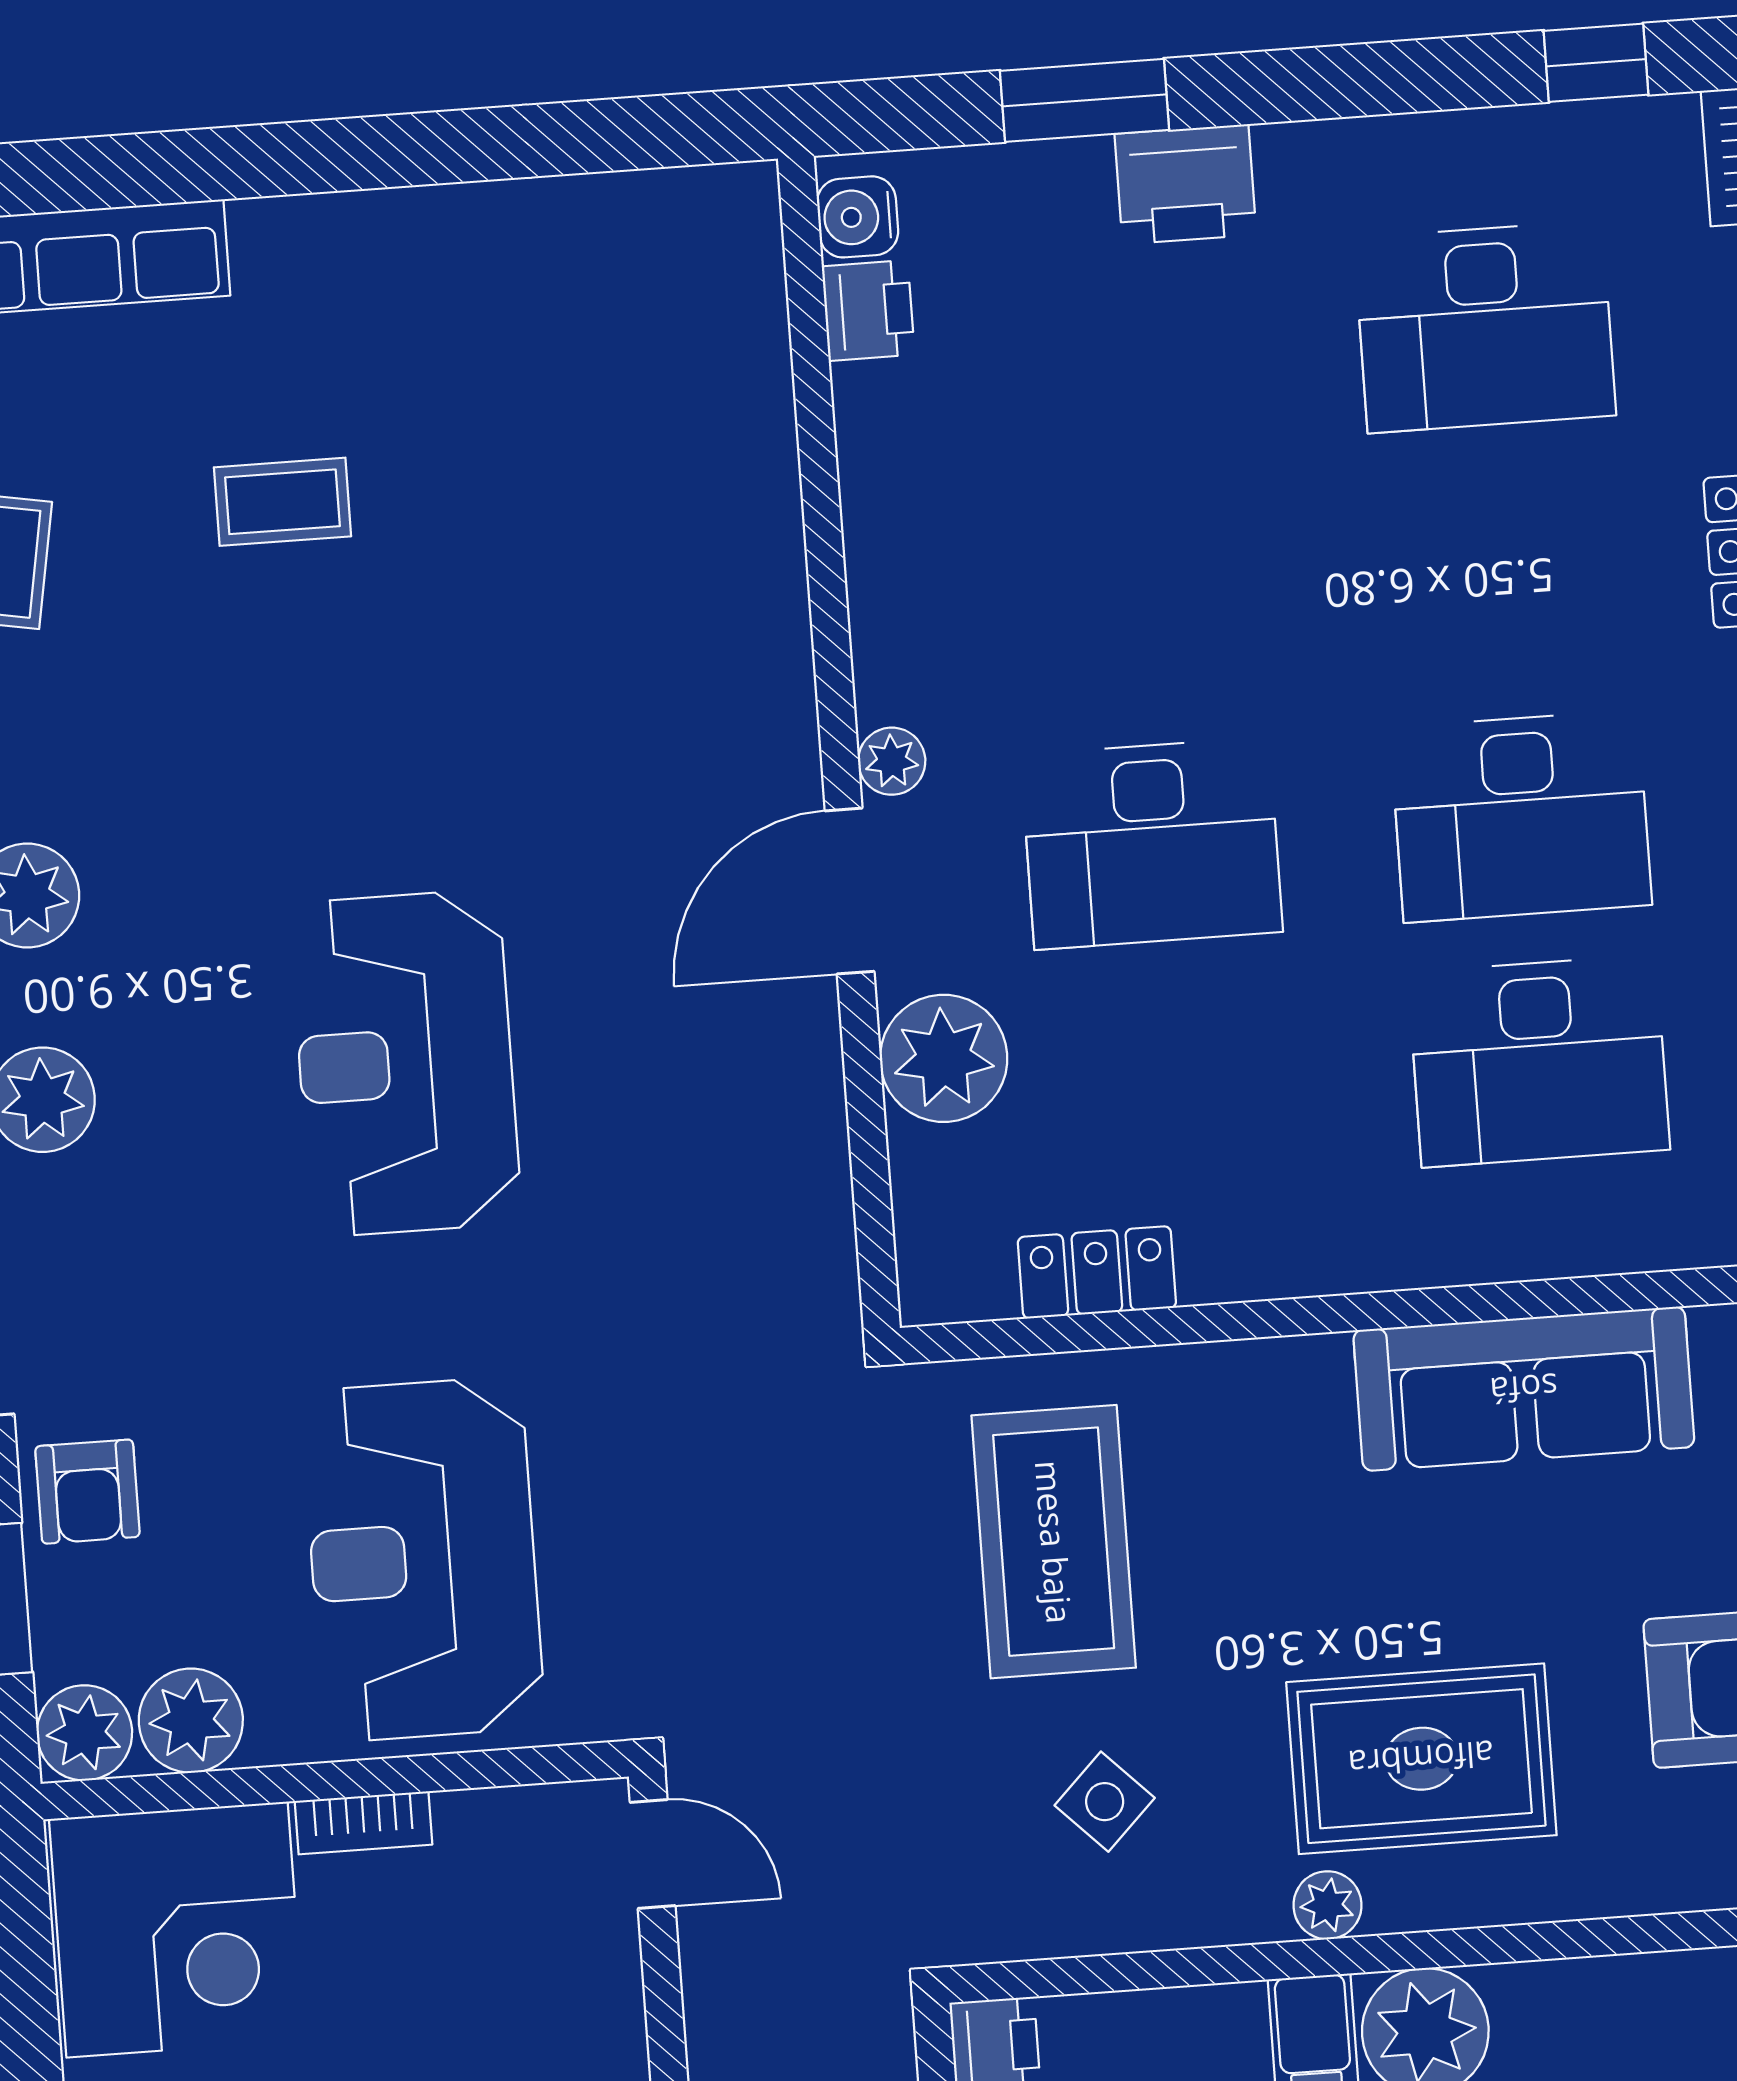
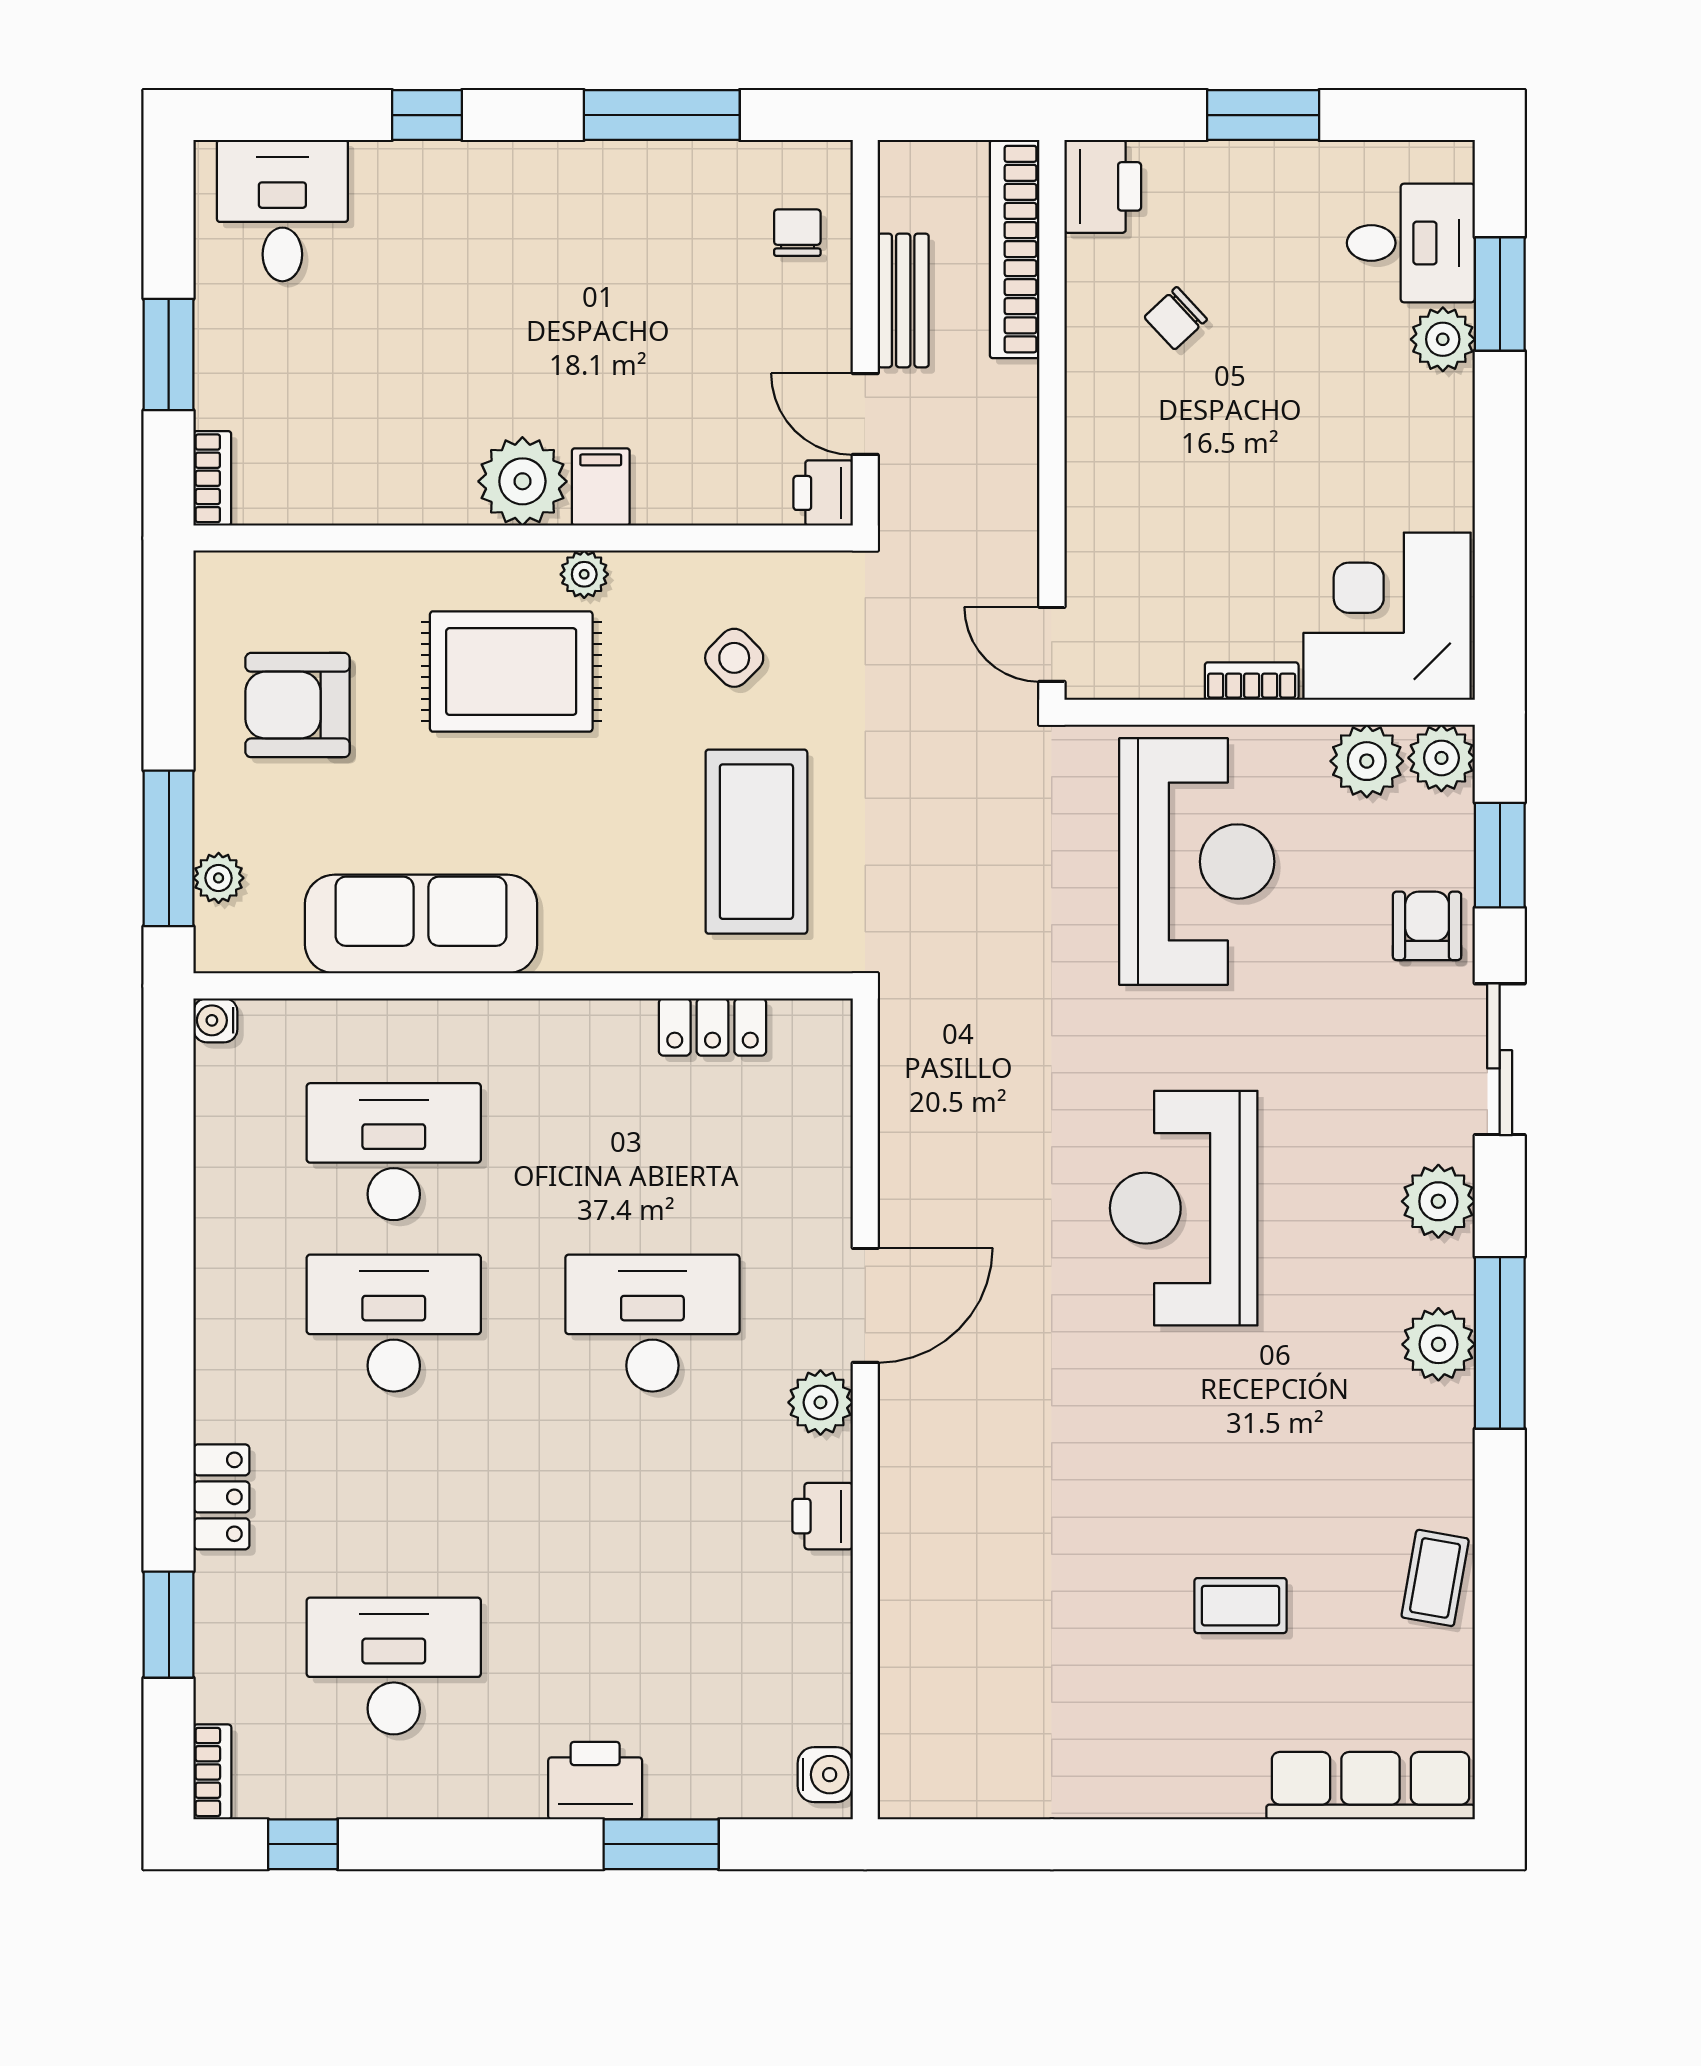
printer: (868, 310) -> (823, 1516), moved
plant: (892, 761) -> (820, 1402), width x1.38, depth x1.38
plant: (944, 1058) -> (808, 1184), removed
reception desk: (405, 1063) -> (1184, 1208), turned 180

